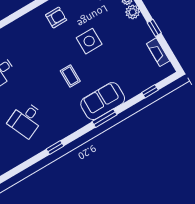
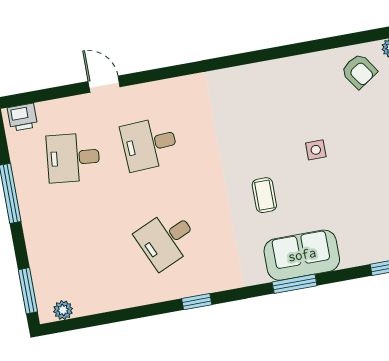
armchair: (56, 18) -> (276, 92), removed
side table: (89, 41) -> (316, 150), width x0.54, depth x0.54

